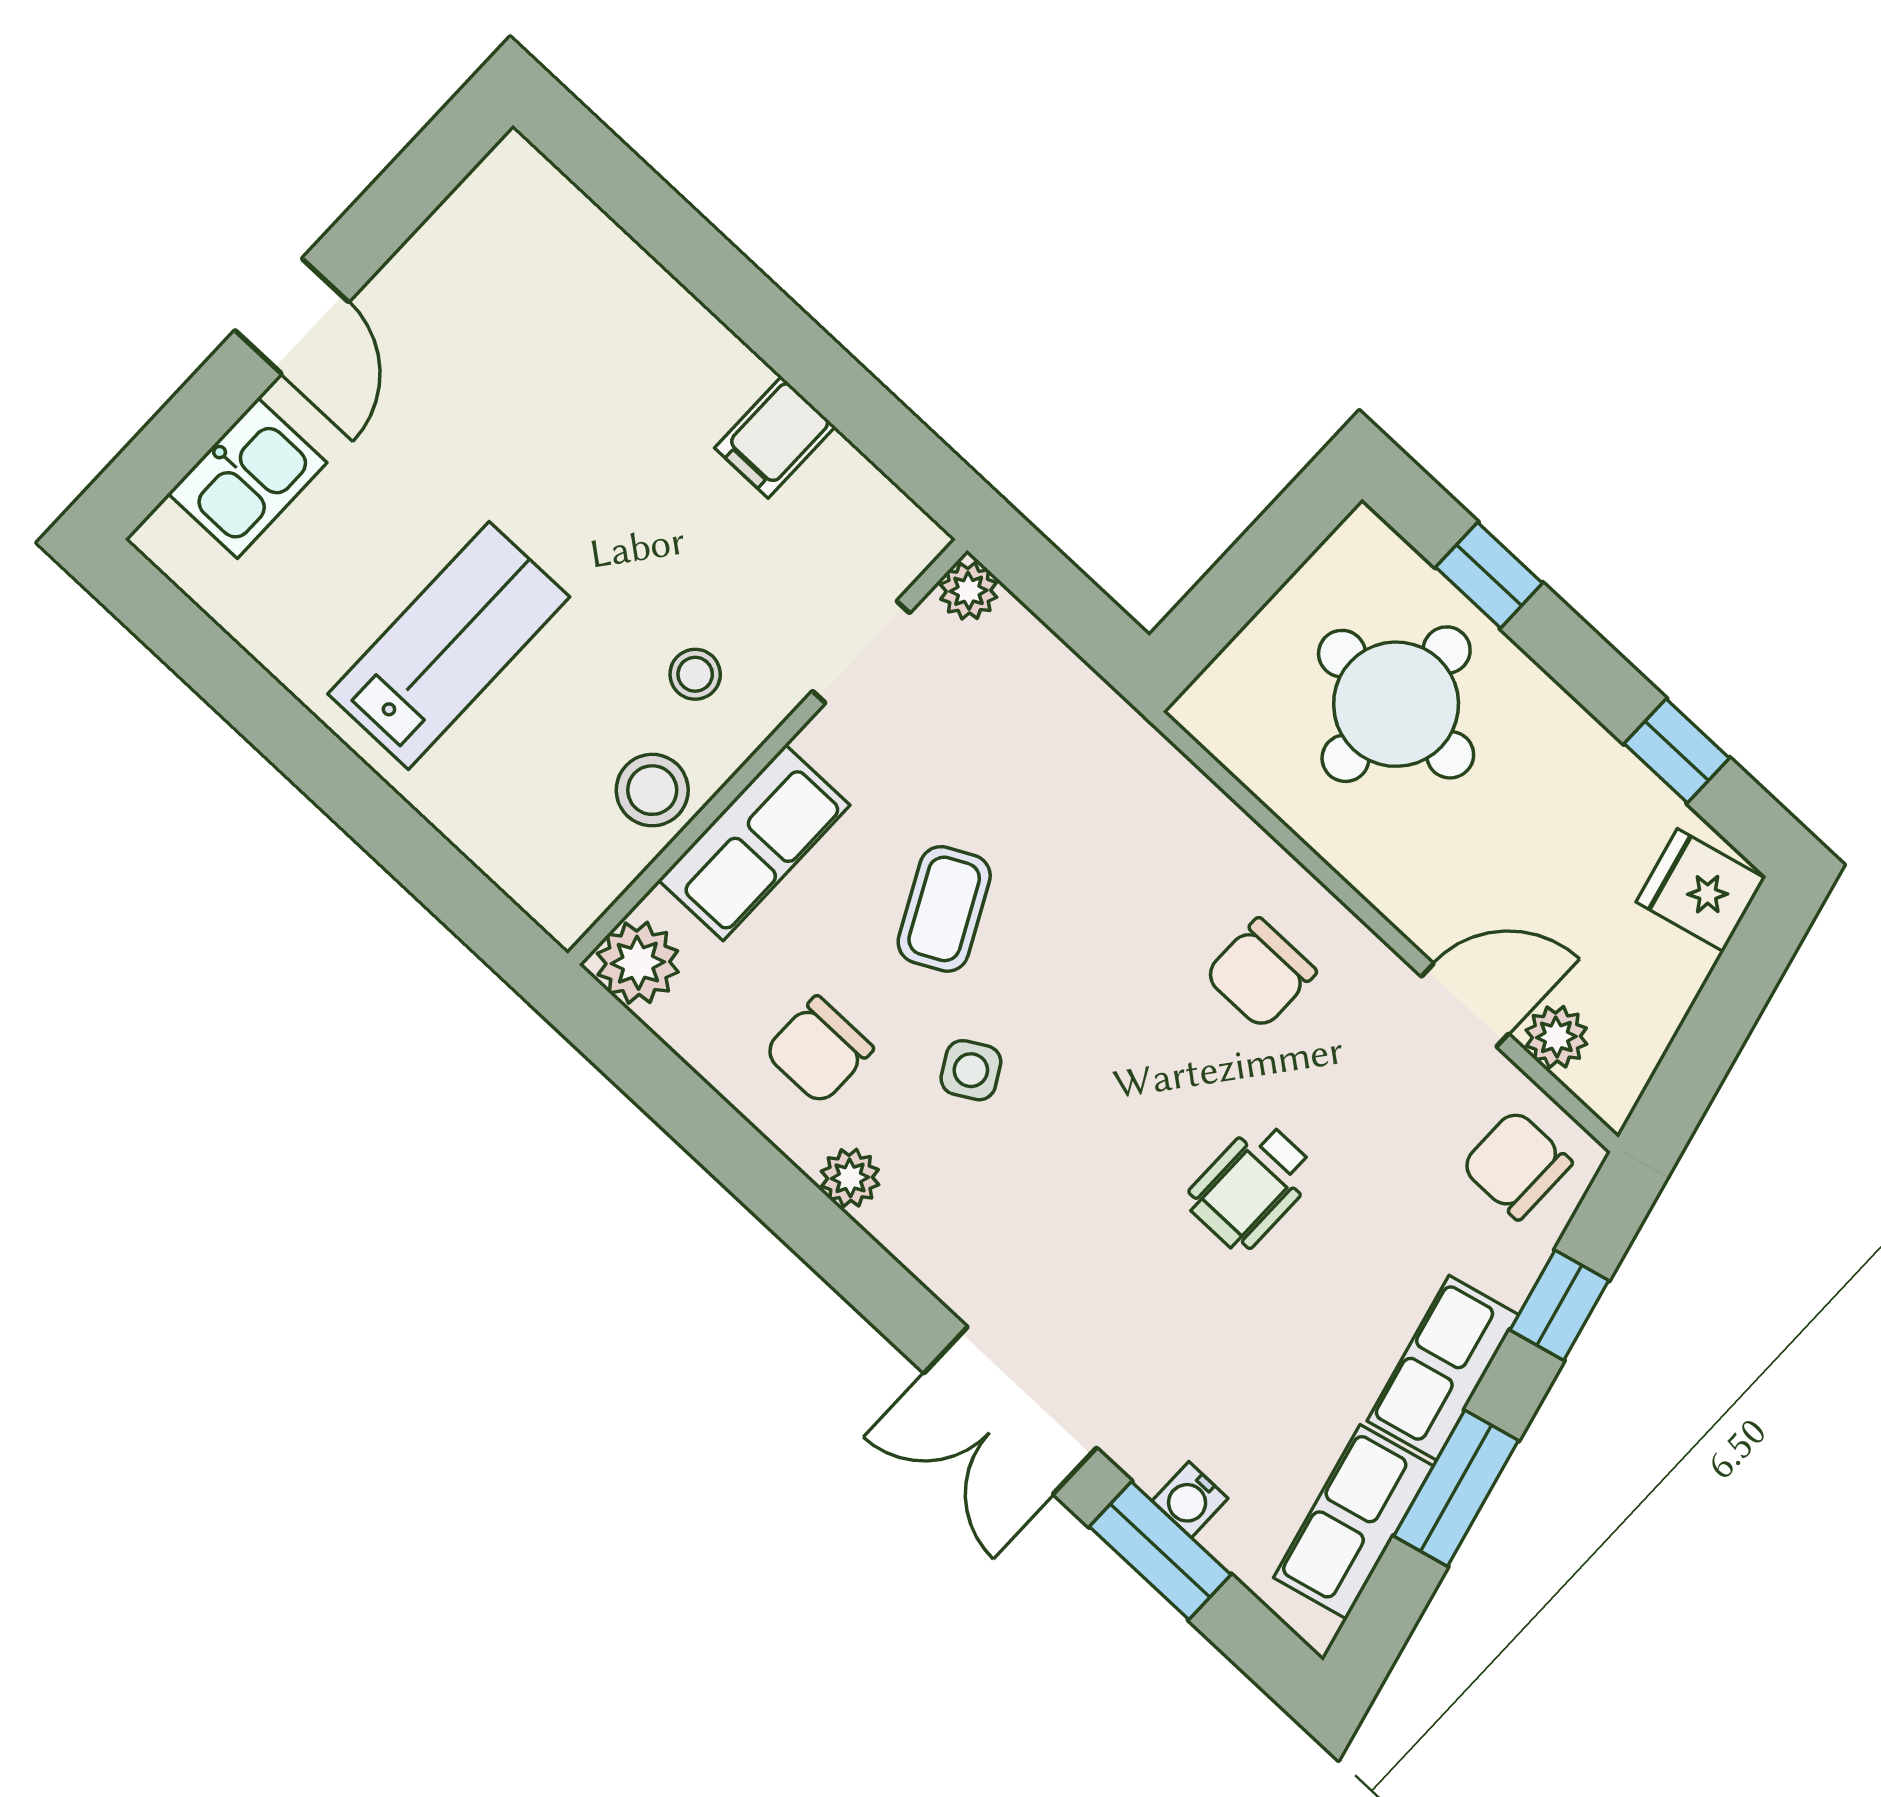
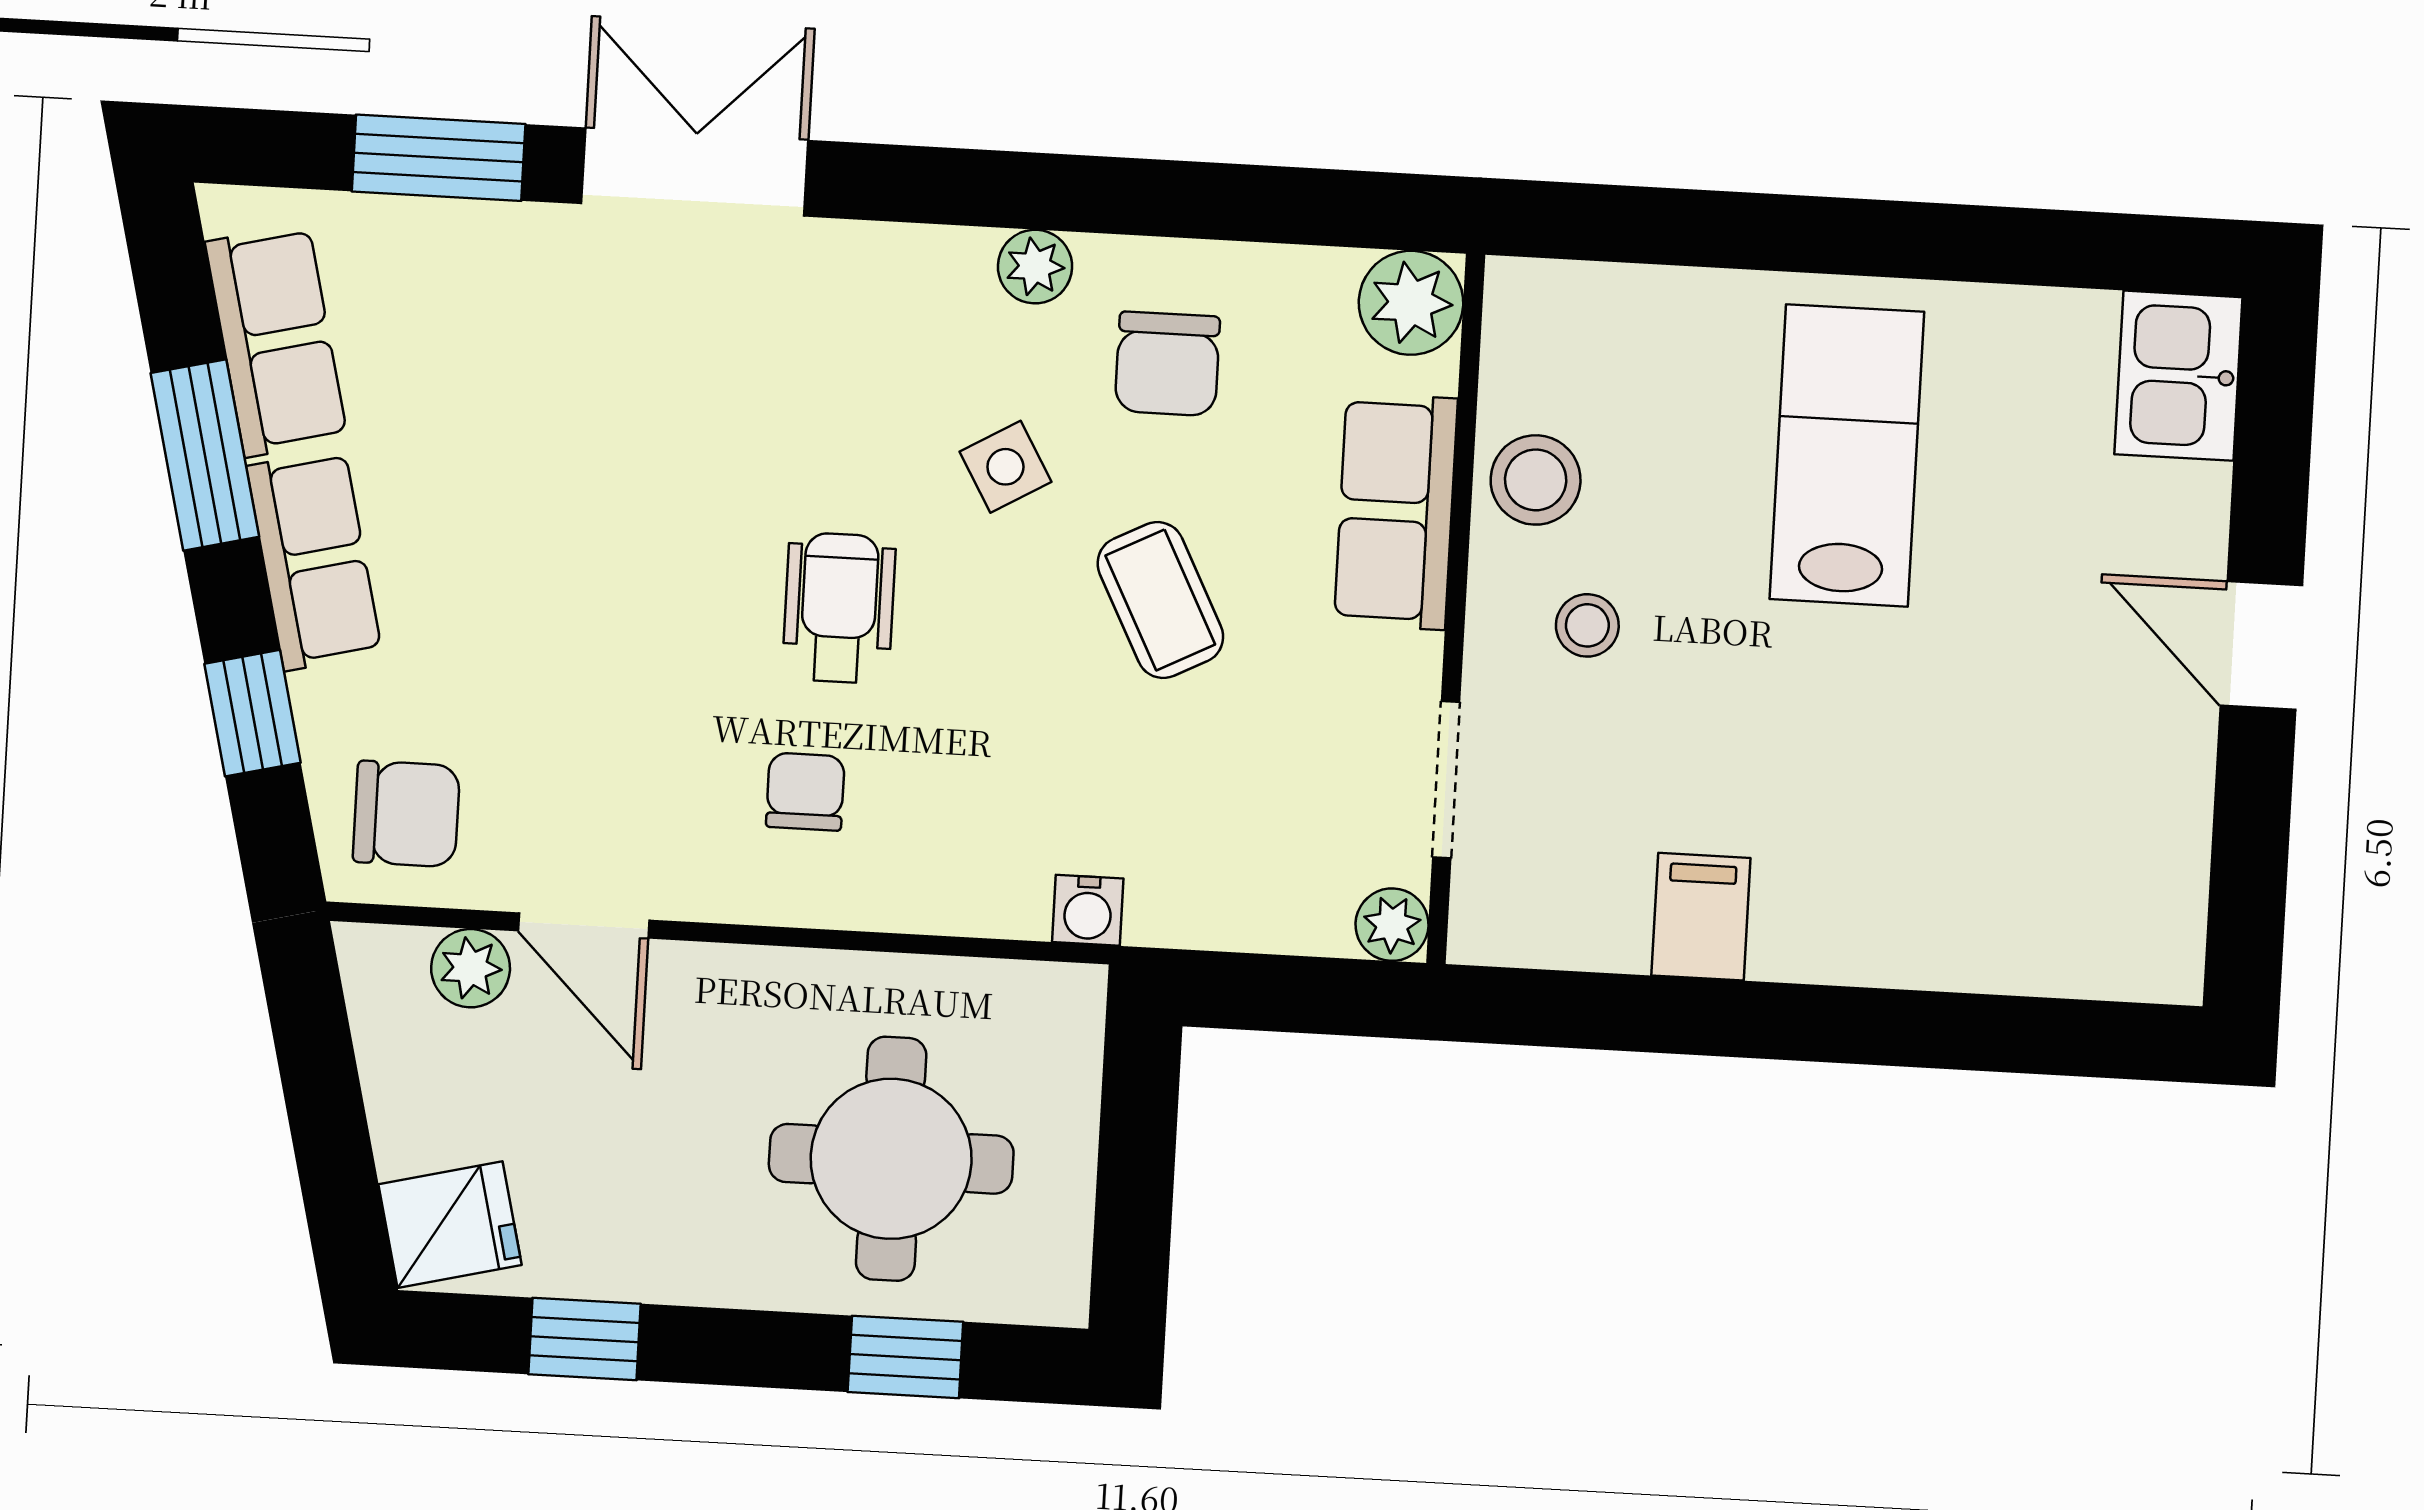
kitchen sink: (247, 478) -> (2178, 376), moved
lab bench: (449, 645) -> (1847, 455), turned 180
chair: (1260, 974) -> (805, 792), width x0.73, depth x0.73
door: (1465, 1005) -> (584, 926), hinge flipped
chair: (819, 1050) -> (1167, 364), turned 180
wheelchair: (1251, 1186) -> (839, 608), moved
water cooler: (1190, 1500) -> (1088, 910), moved, turned 180

